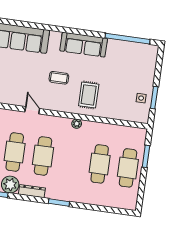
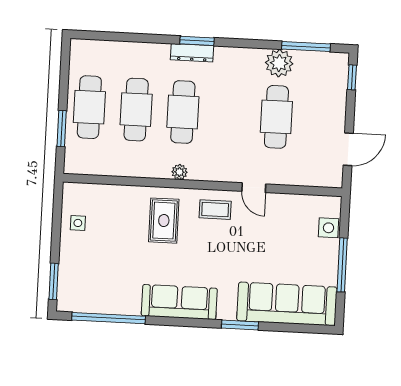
window: (48, 27) -> (240, 325), added
coffee table: (59, 78) -> (215, 210), moved
window: (154, 98) -> (54, 281), moved
cafe table: (43, 156) -> (183, 112), moved
dresser: (32, 191) -> (192, 53), moved

